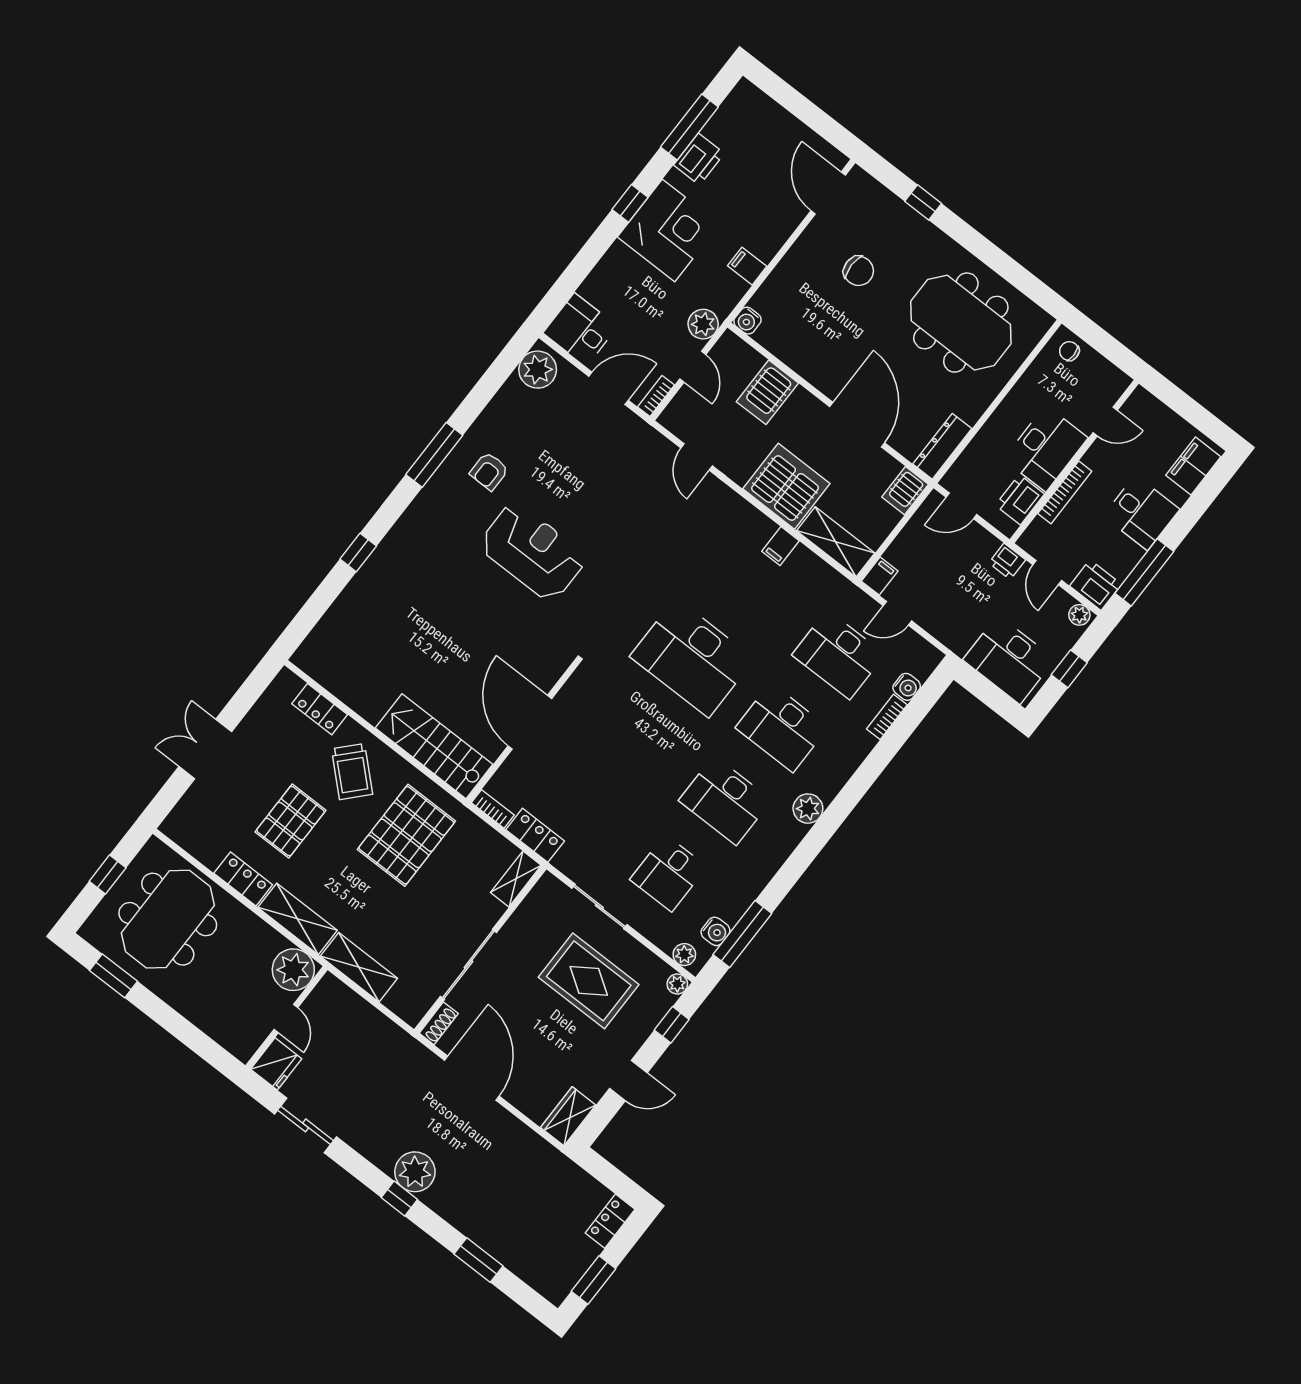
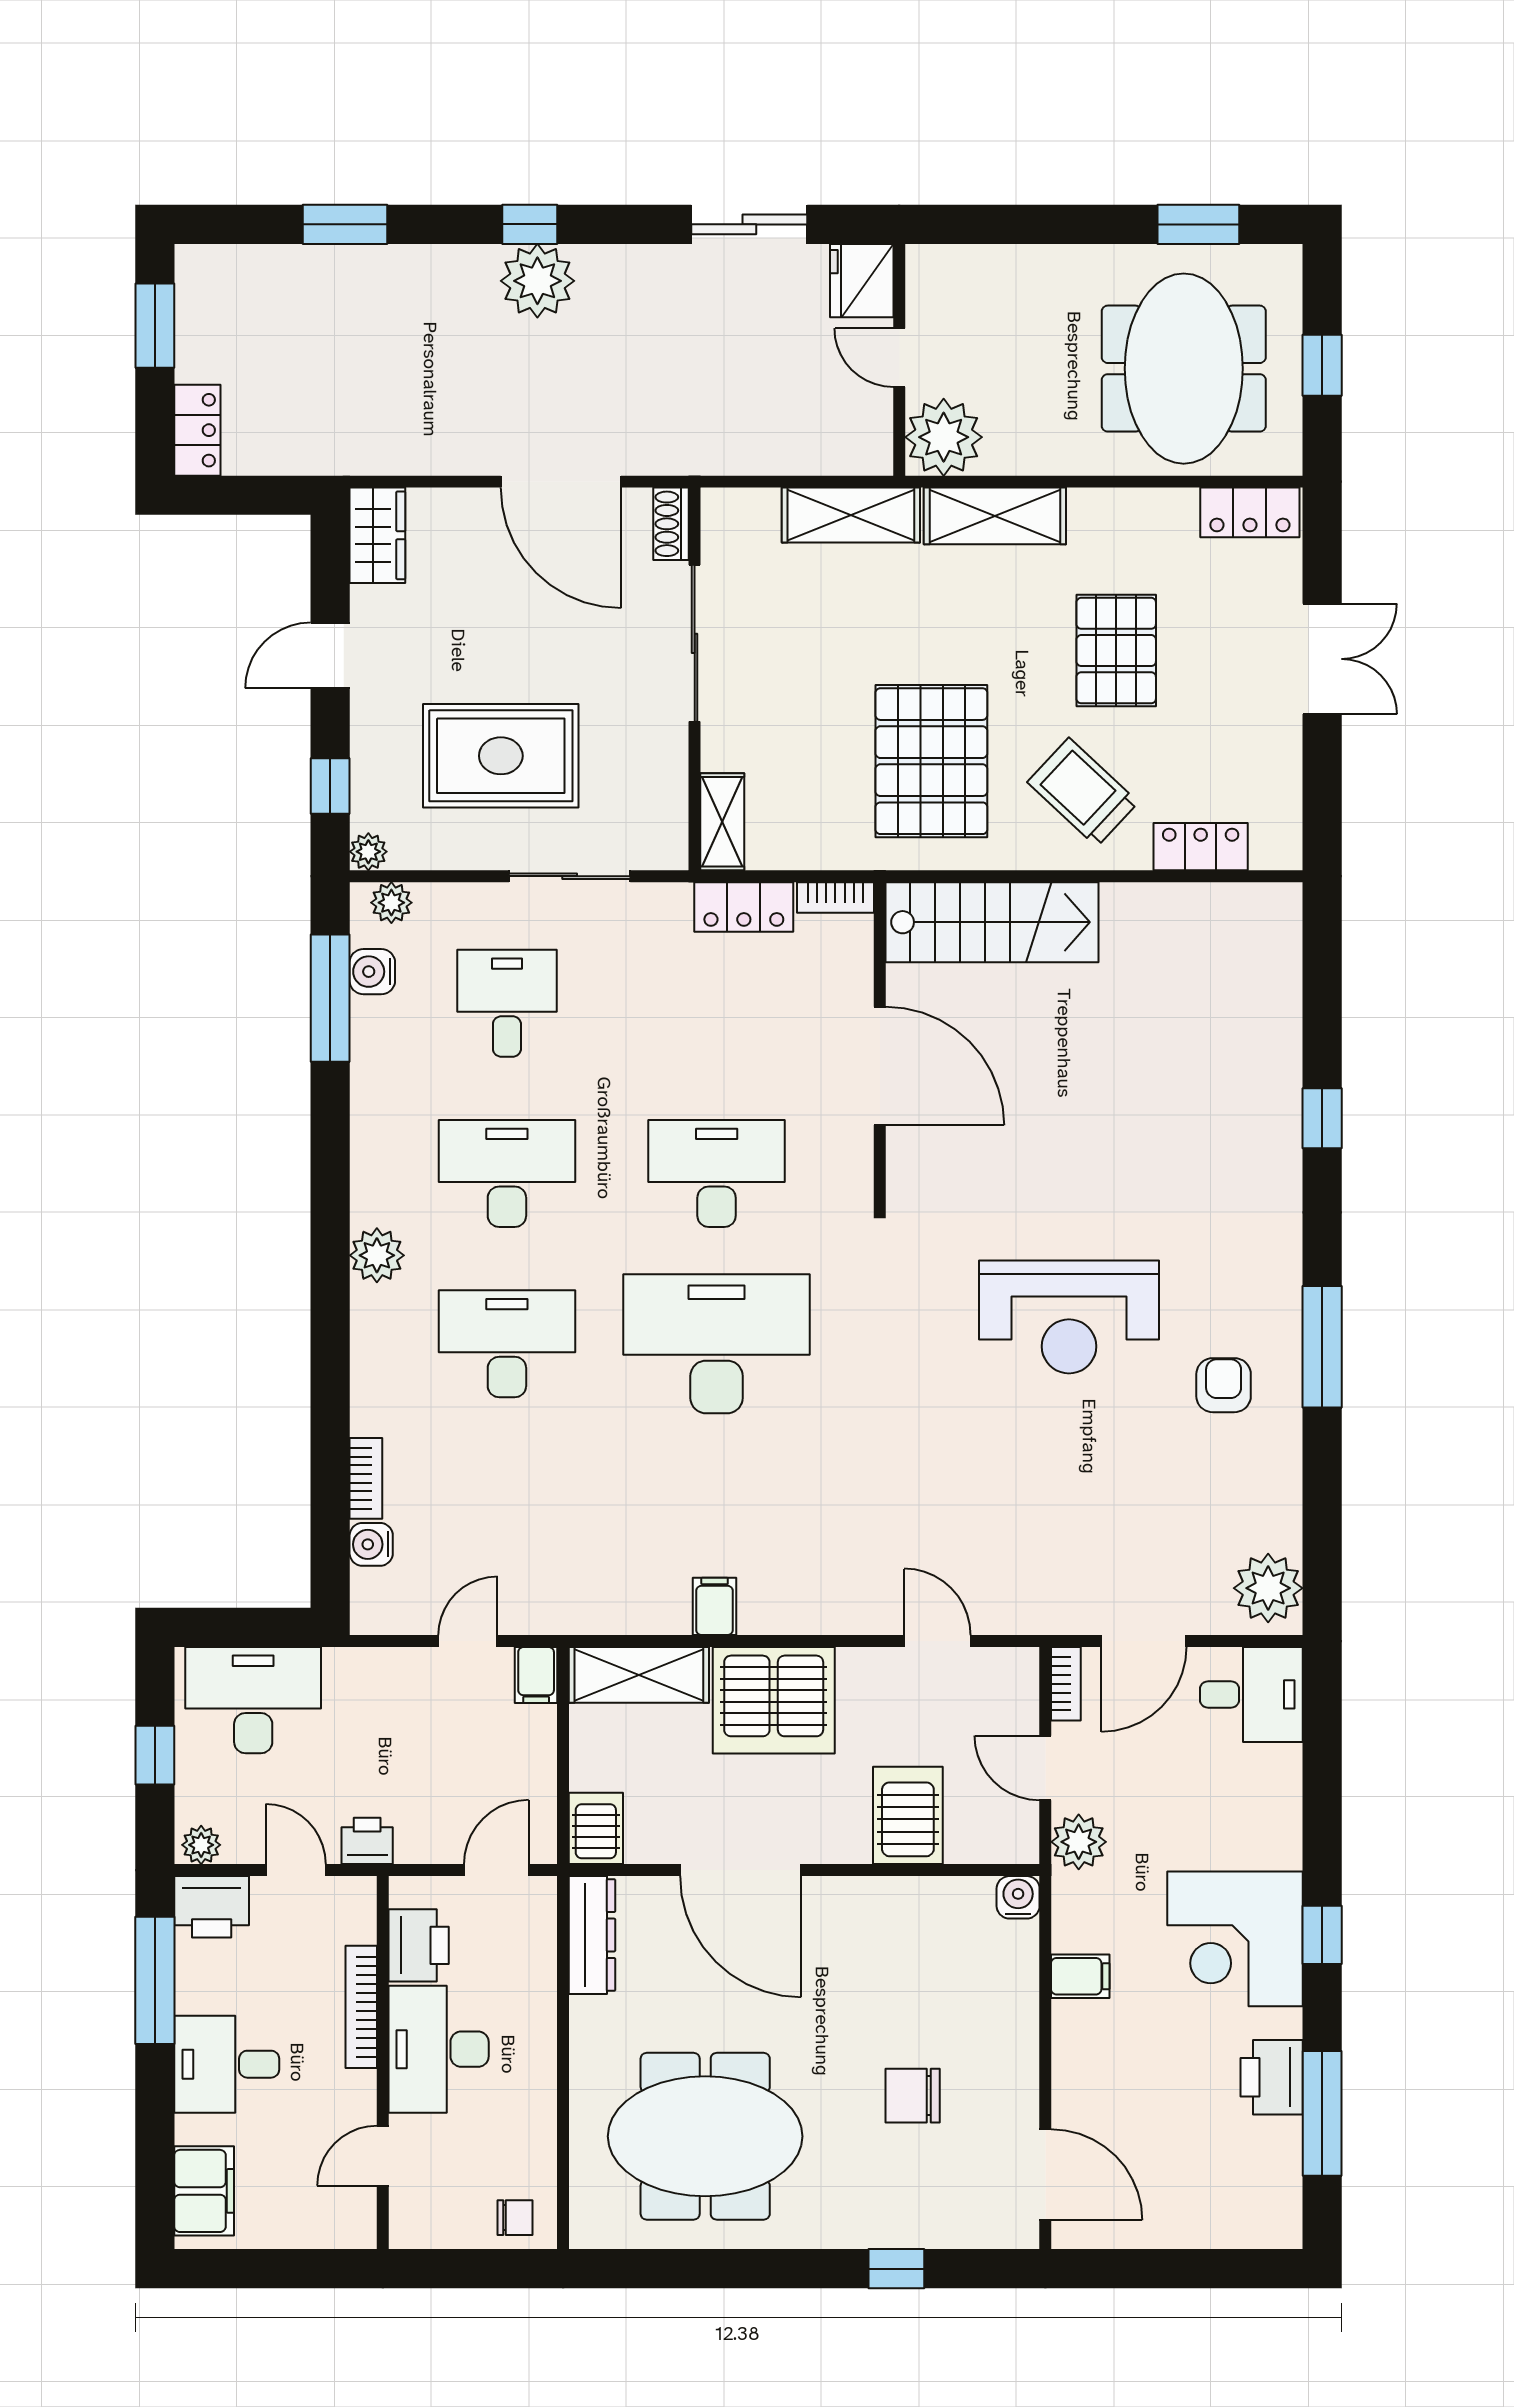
desk: (838, 655) -> (717, 1174), moved
locker: (243, 879) -> (1250, 512), moved

